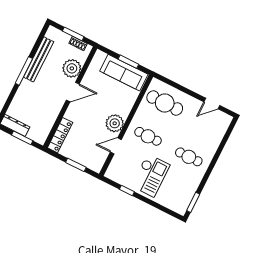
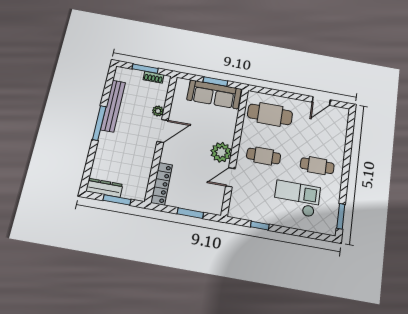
plant: (72, 68) -> (158, 111), width x0.53, depth x0.53
checkout: (151, 175) -> (297, 199), moved, turned -90

